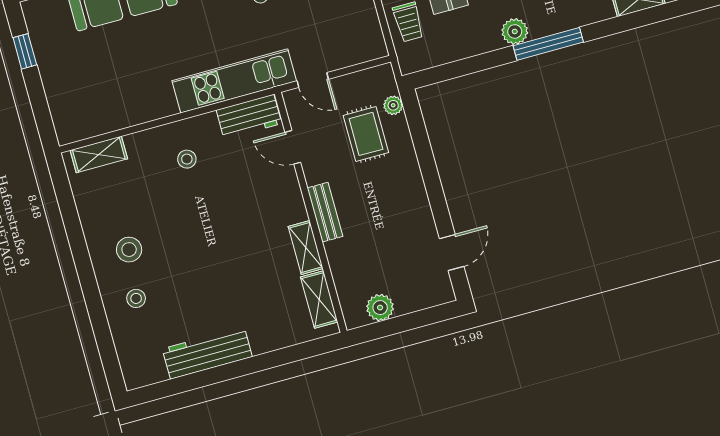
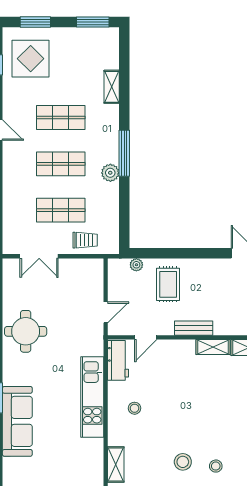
kitchen unit: (234, 81) -> (92, 397), moved
rug: (366, 134) -> (168, 284), moved, turned 90

